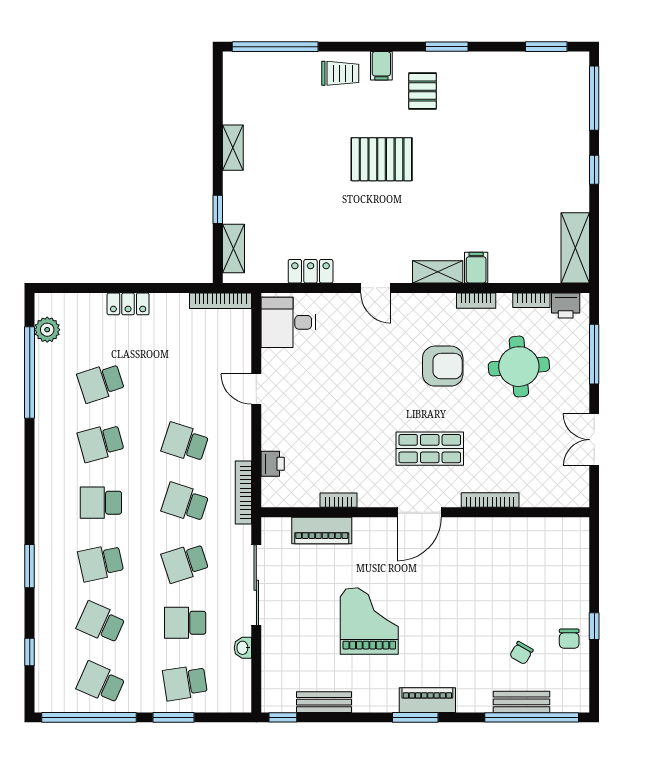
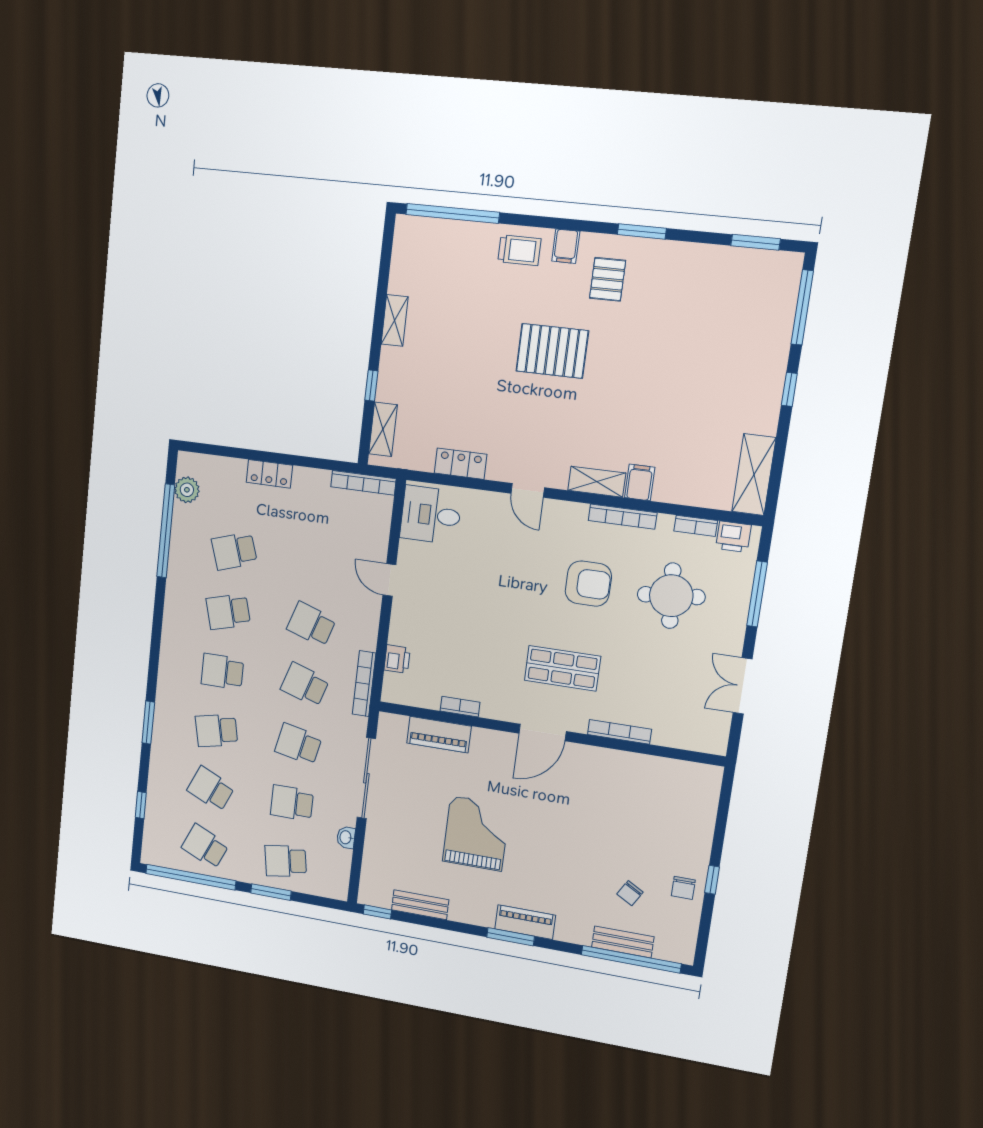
bookcase: (476, 301) -> (623, 517), width x1.56
school desk: (185, 563) -> (298, 744), turned 30

